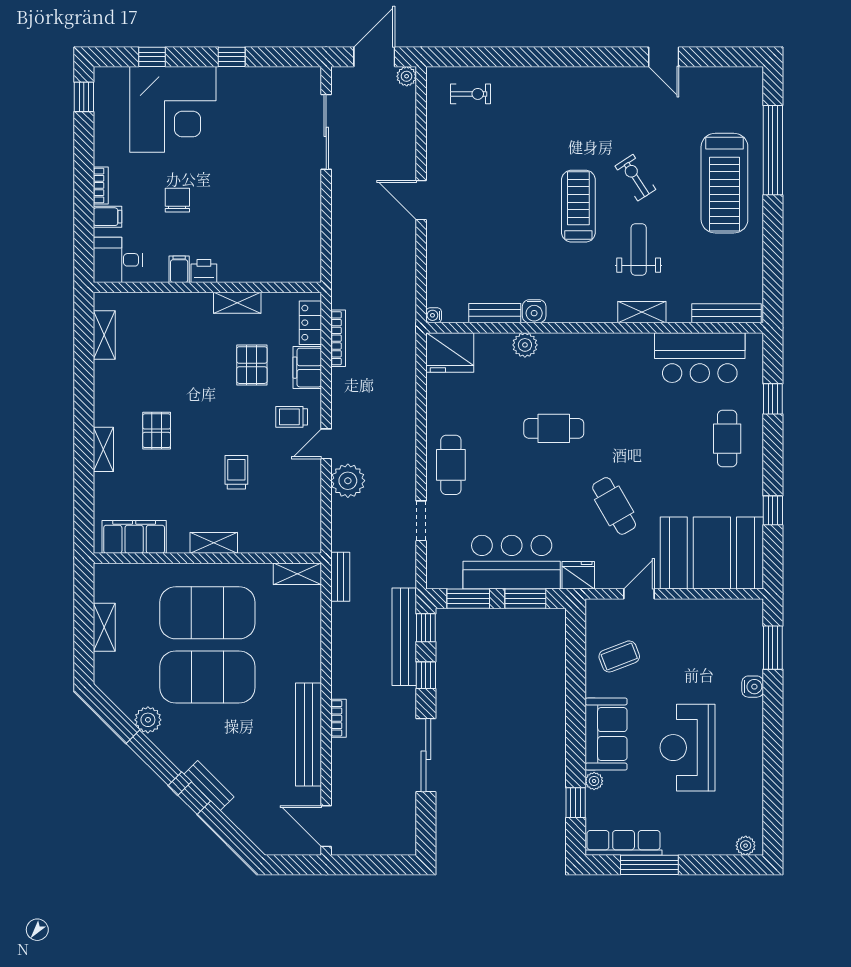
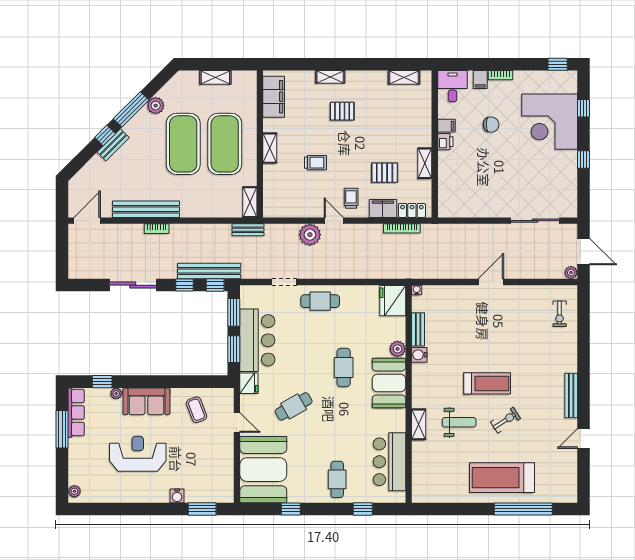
bench: (726, 313) -> (571, 395), moved
booth: (578, 358) -> (389, 383), added
cafe table: (727, 439) -> (337, 479), turned 90

